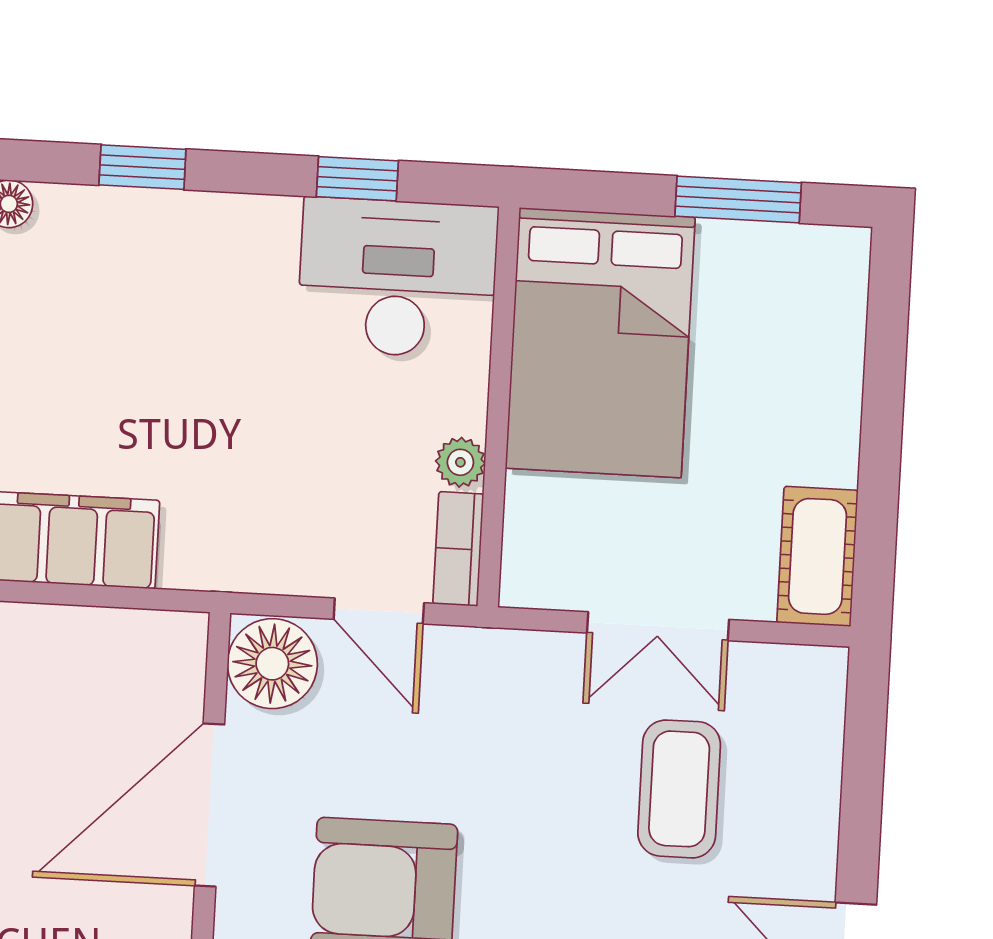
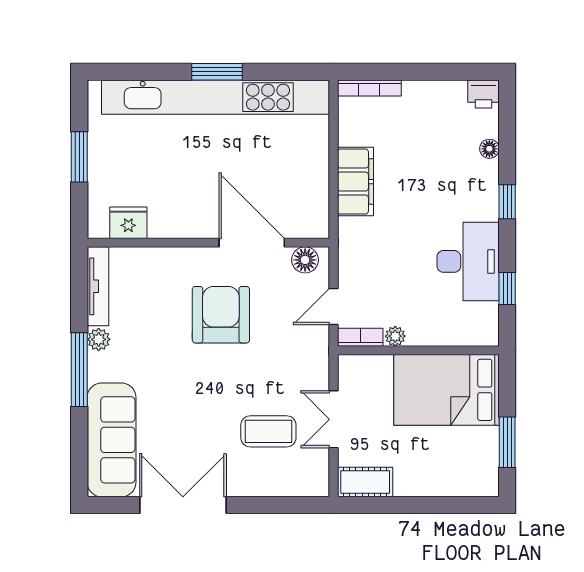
desk: (398, 278) -> (468, 261), moved
floor lamp: (272, 664) -> (305, 260), width x0.73, depth x0.73

